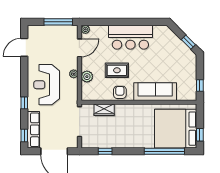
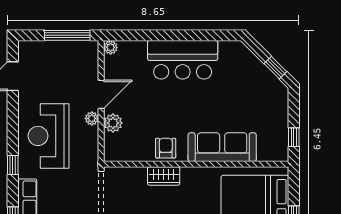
door: (79, 48) -> (101, 94), moved
rug: (117, 70) -> (161, 113), removed
wardrobe: (104, 110) -> (164, 176), moved

